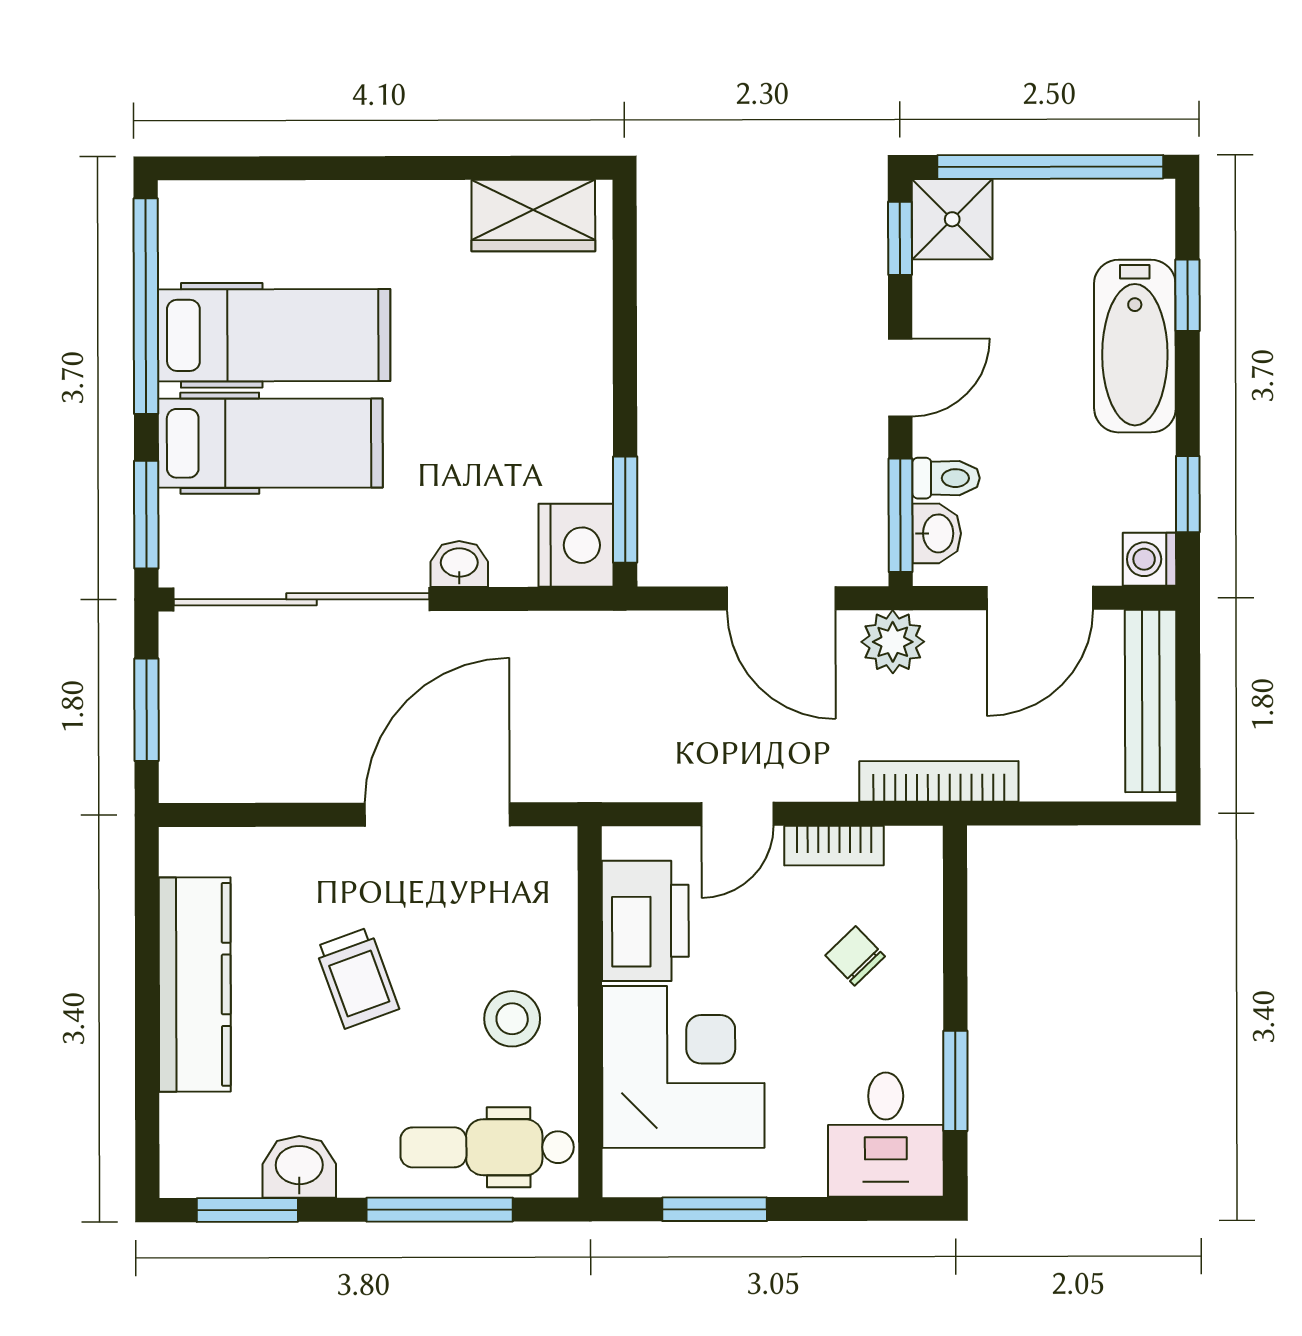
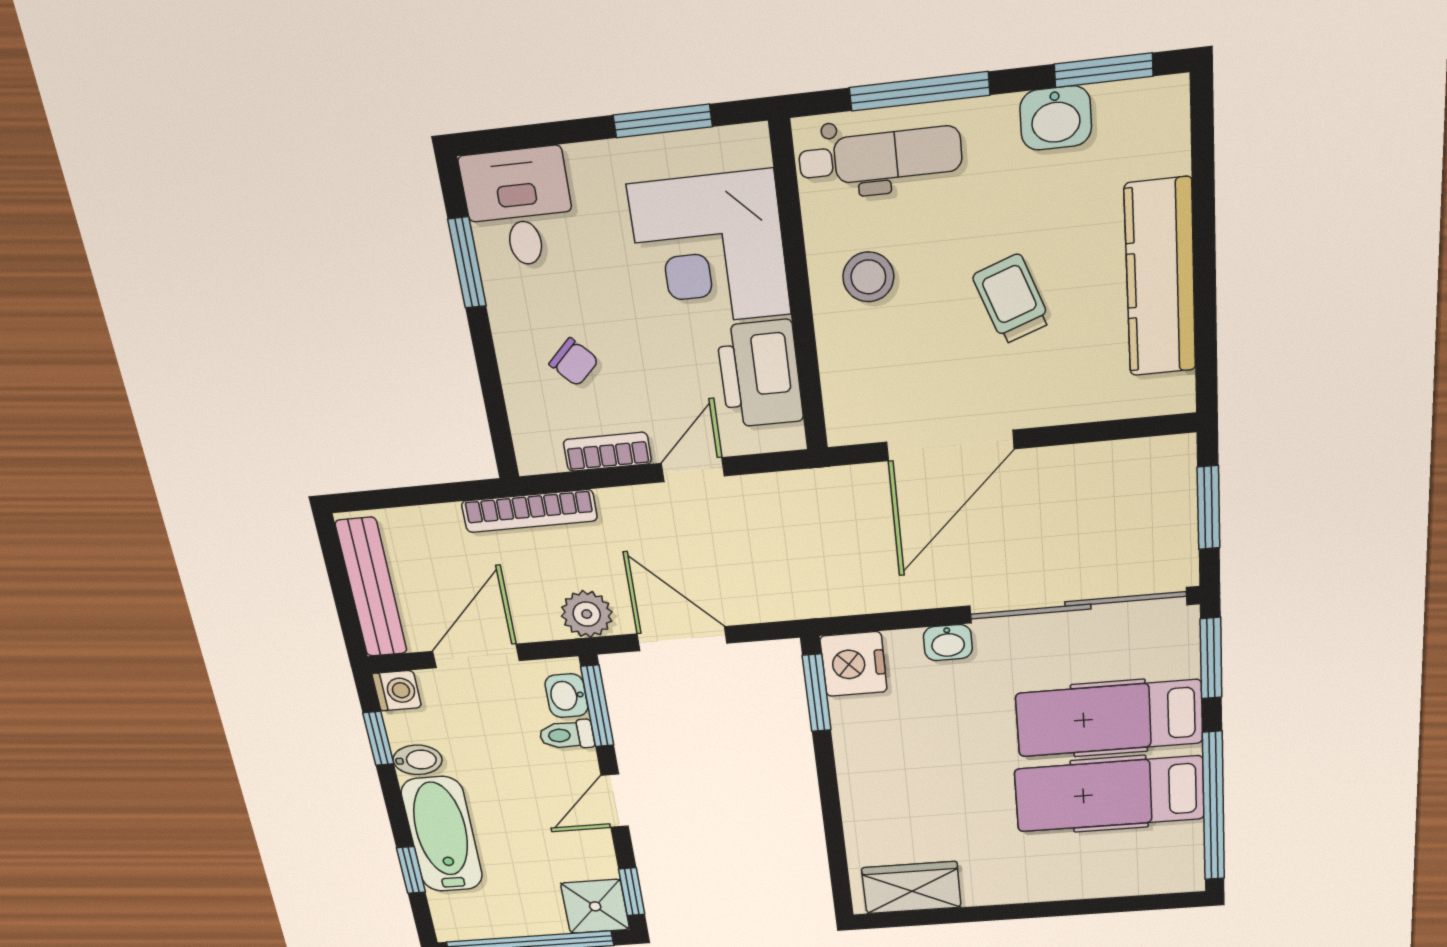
bidet: (1144, 459) -> (417, 760), added

